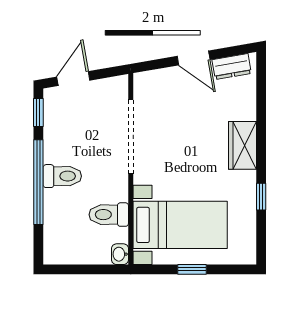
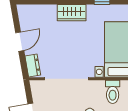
dresser: (232, 67) -> (33, 66), moved

